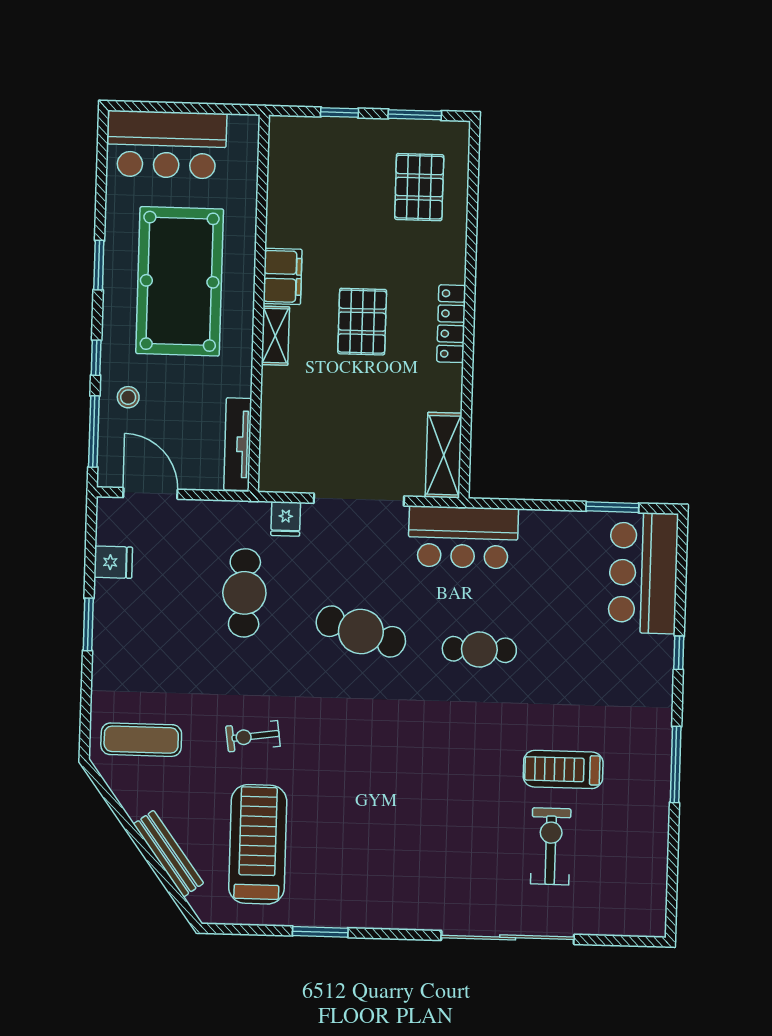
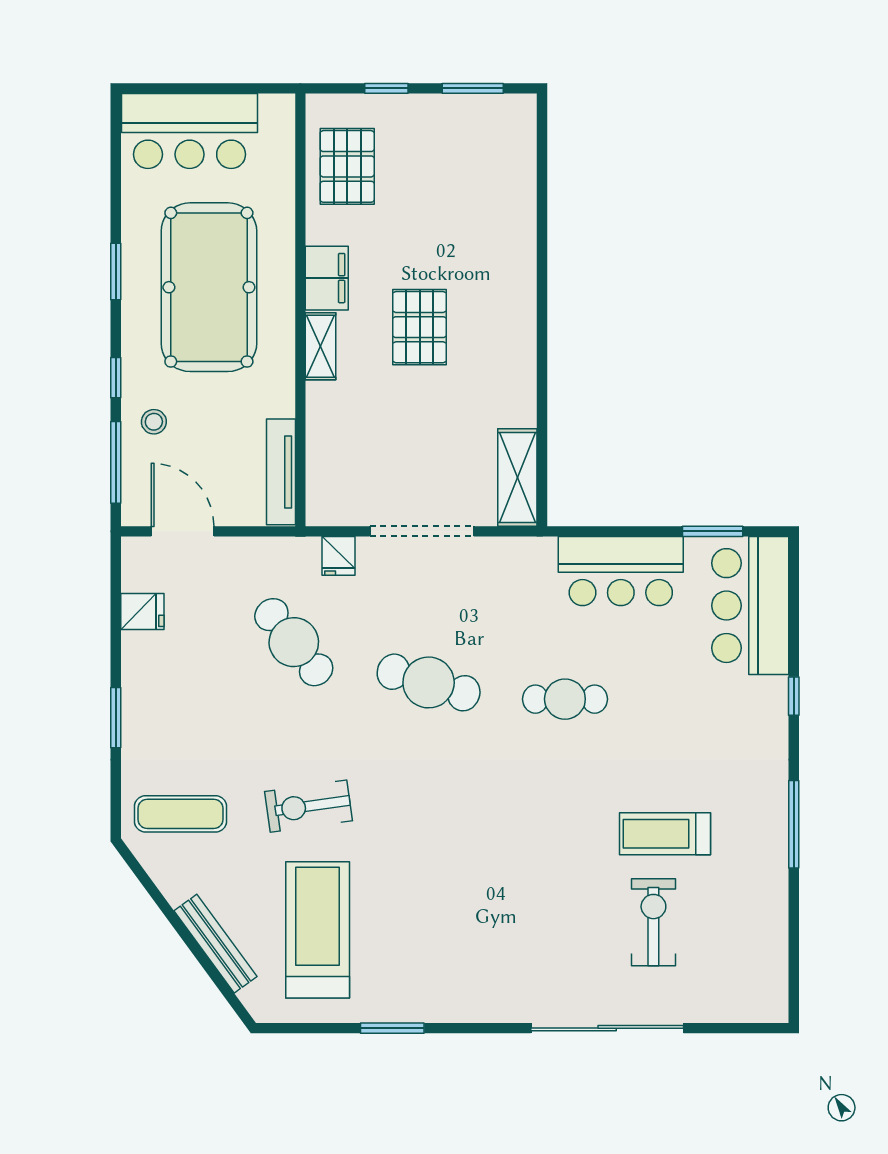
pallet: (419, 187) -> (347, 166), moved
locker: (451, 324) -> (522, 327), removed
bar counter: (463, 537) -> (621, 571), moved
cafe table: (244, 593) -> (294, 642), turned -39
window: (88, 624) -> (116, 718), moved
exercise bike: (253, 736) -> (308, 806), width x1.38, depth x1.39

